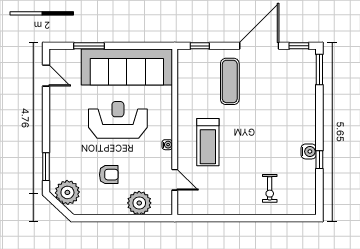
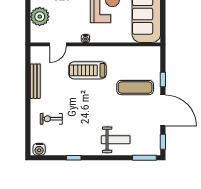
window: (200, 46) -> (163, 80), moved
weight bench: (297, 106) -> (116, 140), added
water cooler: (309, 151) -> (39, 149), moved
bench: (222, 209) -> (35, 81), added

